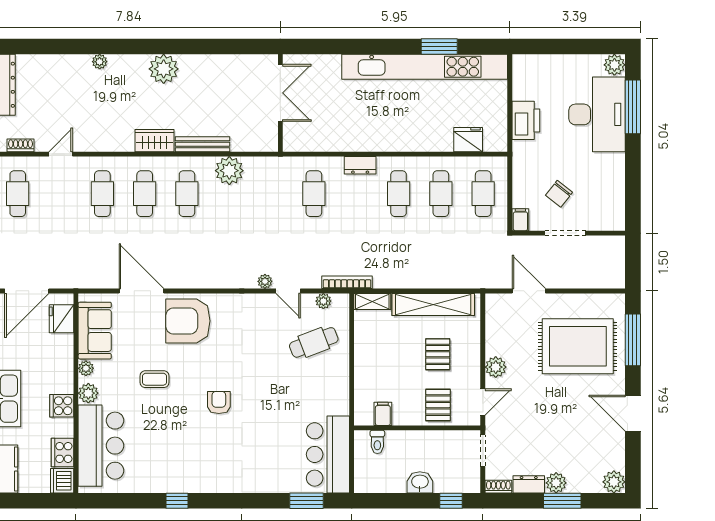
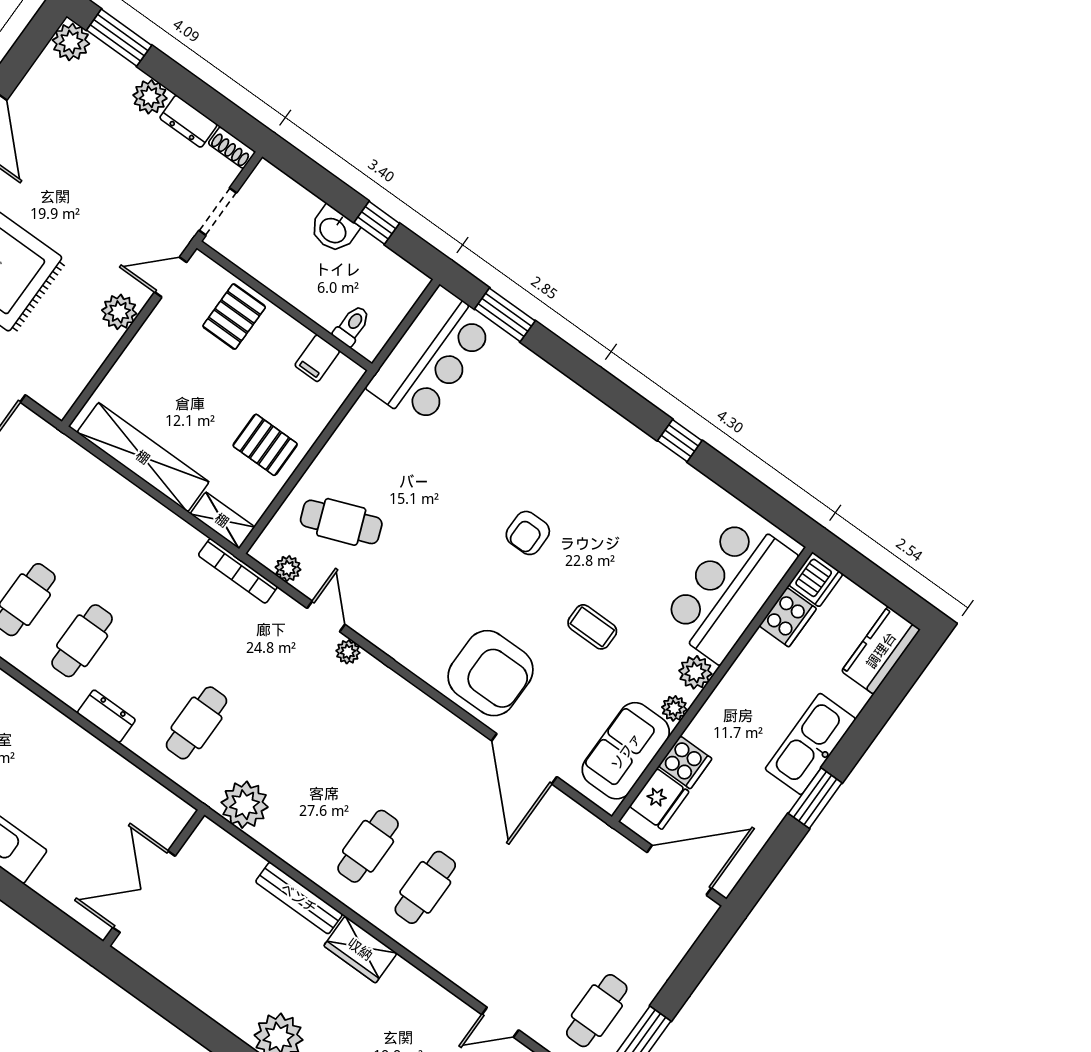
plant: (229, 171) -> (245, 805), moved
cafe table: (102, 194) -> (482, 928), removed
pallet: (438, 354) -> (265, 445), moved, turned 90
cooker: (62, 406) -> (685, 762), moved
window: (451, 501) -> (377, 223), moved
window: (562, 501) -> (119, 38), moved

